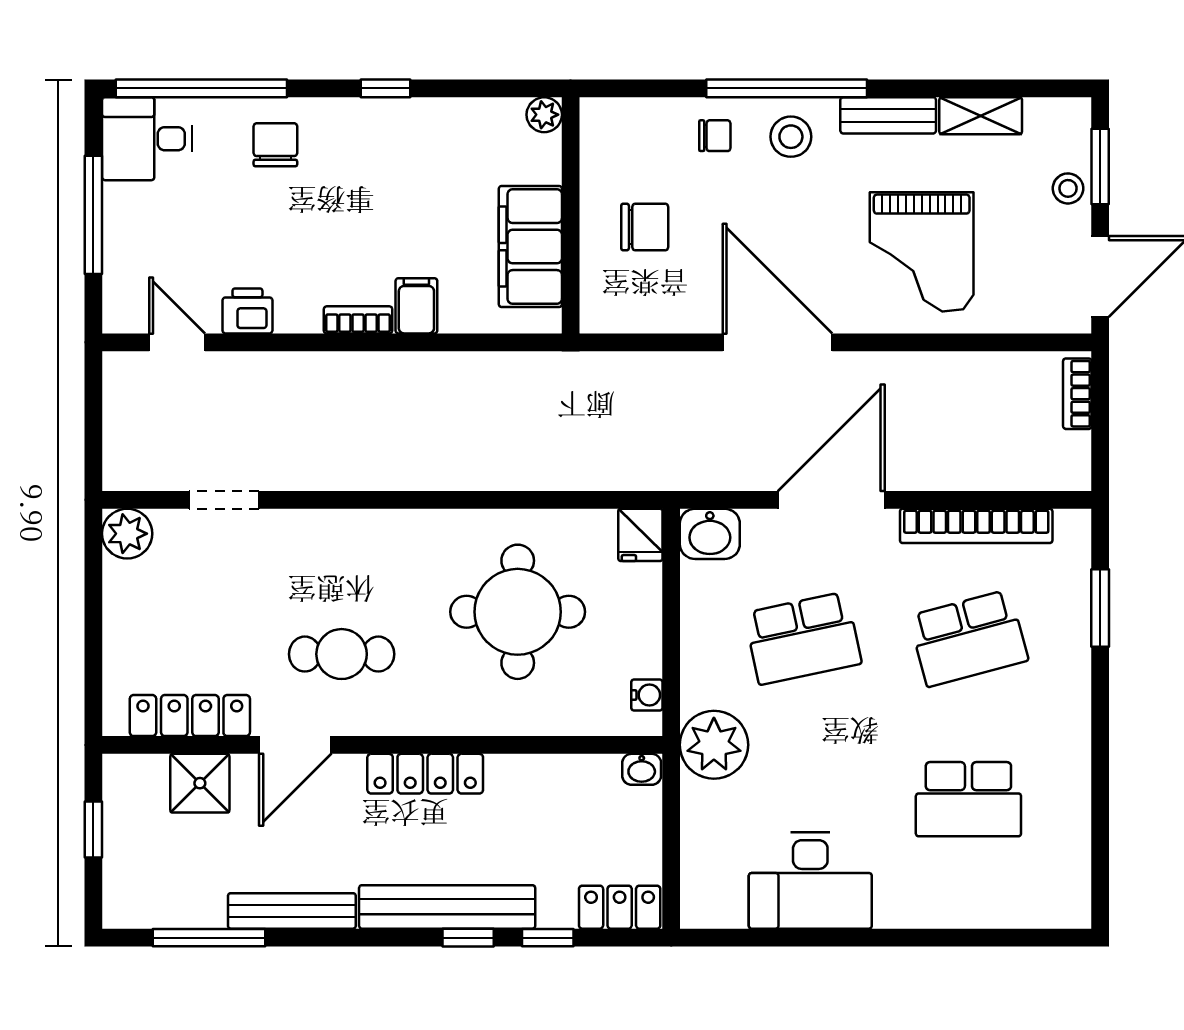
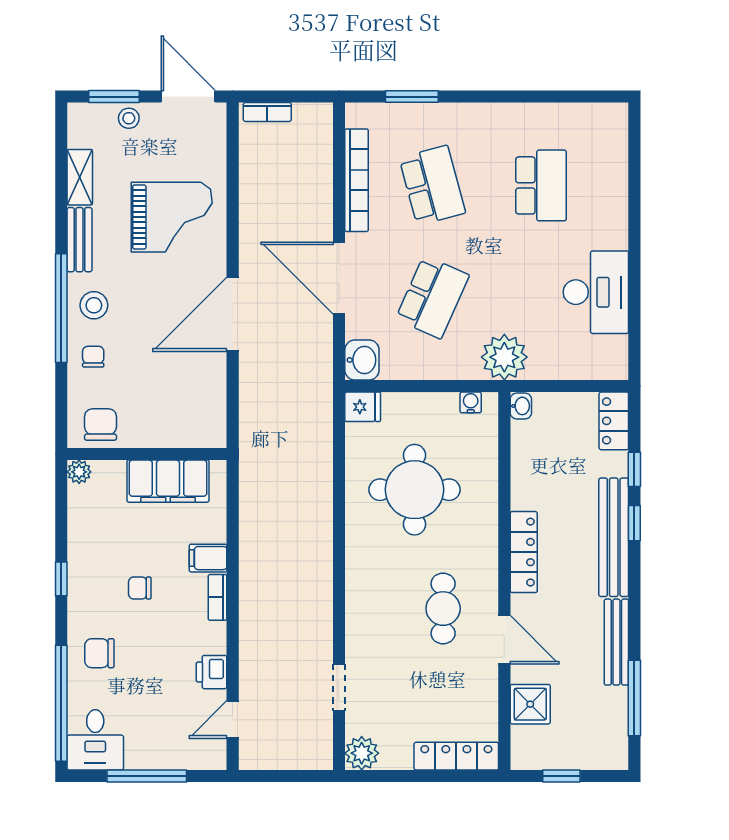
chair: (372, 205) -> (140, 588), added
chair: (645, 227) -> (101, 425), moved
school desk: (803, 638) -> (432, 297), turned 36
locker: (190, 716) -> (456, 756), moved, turned 90

